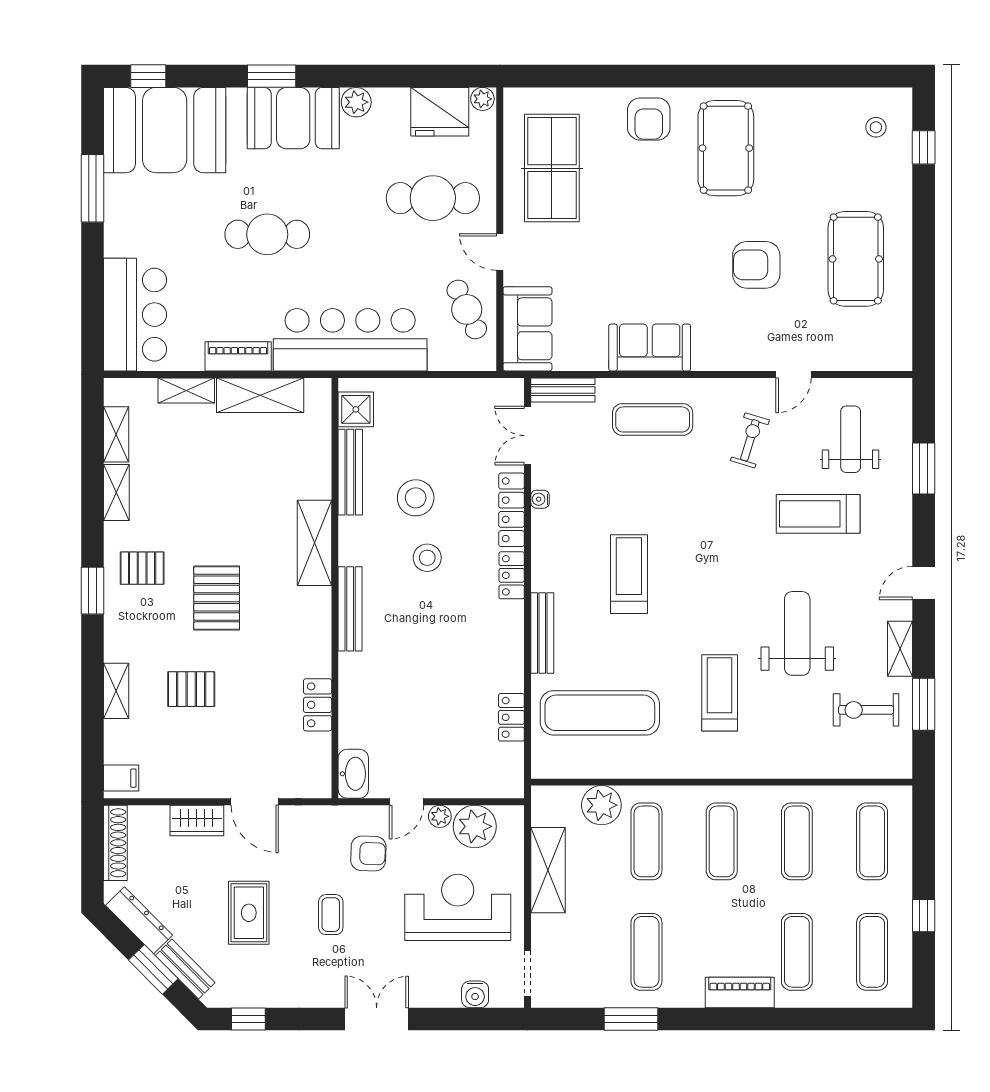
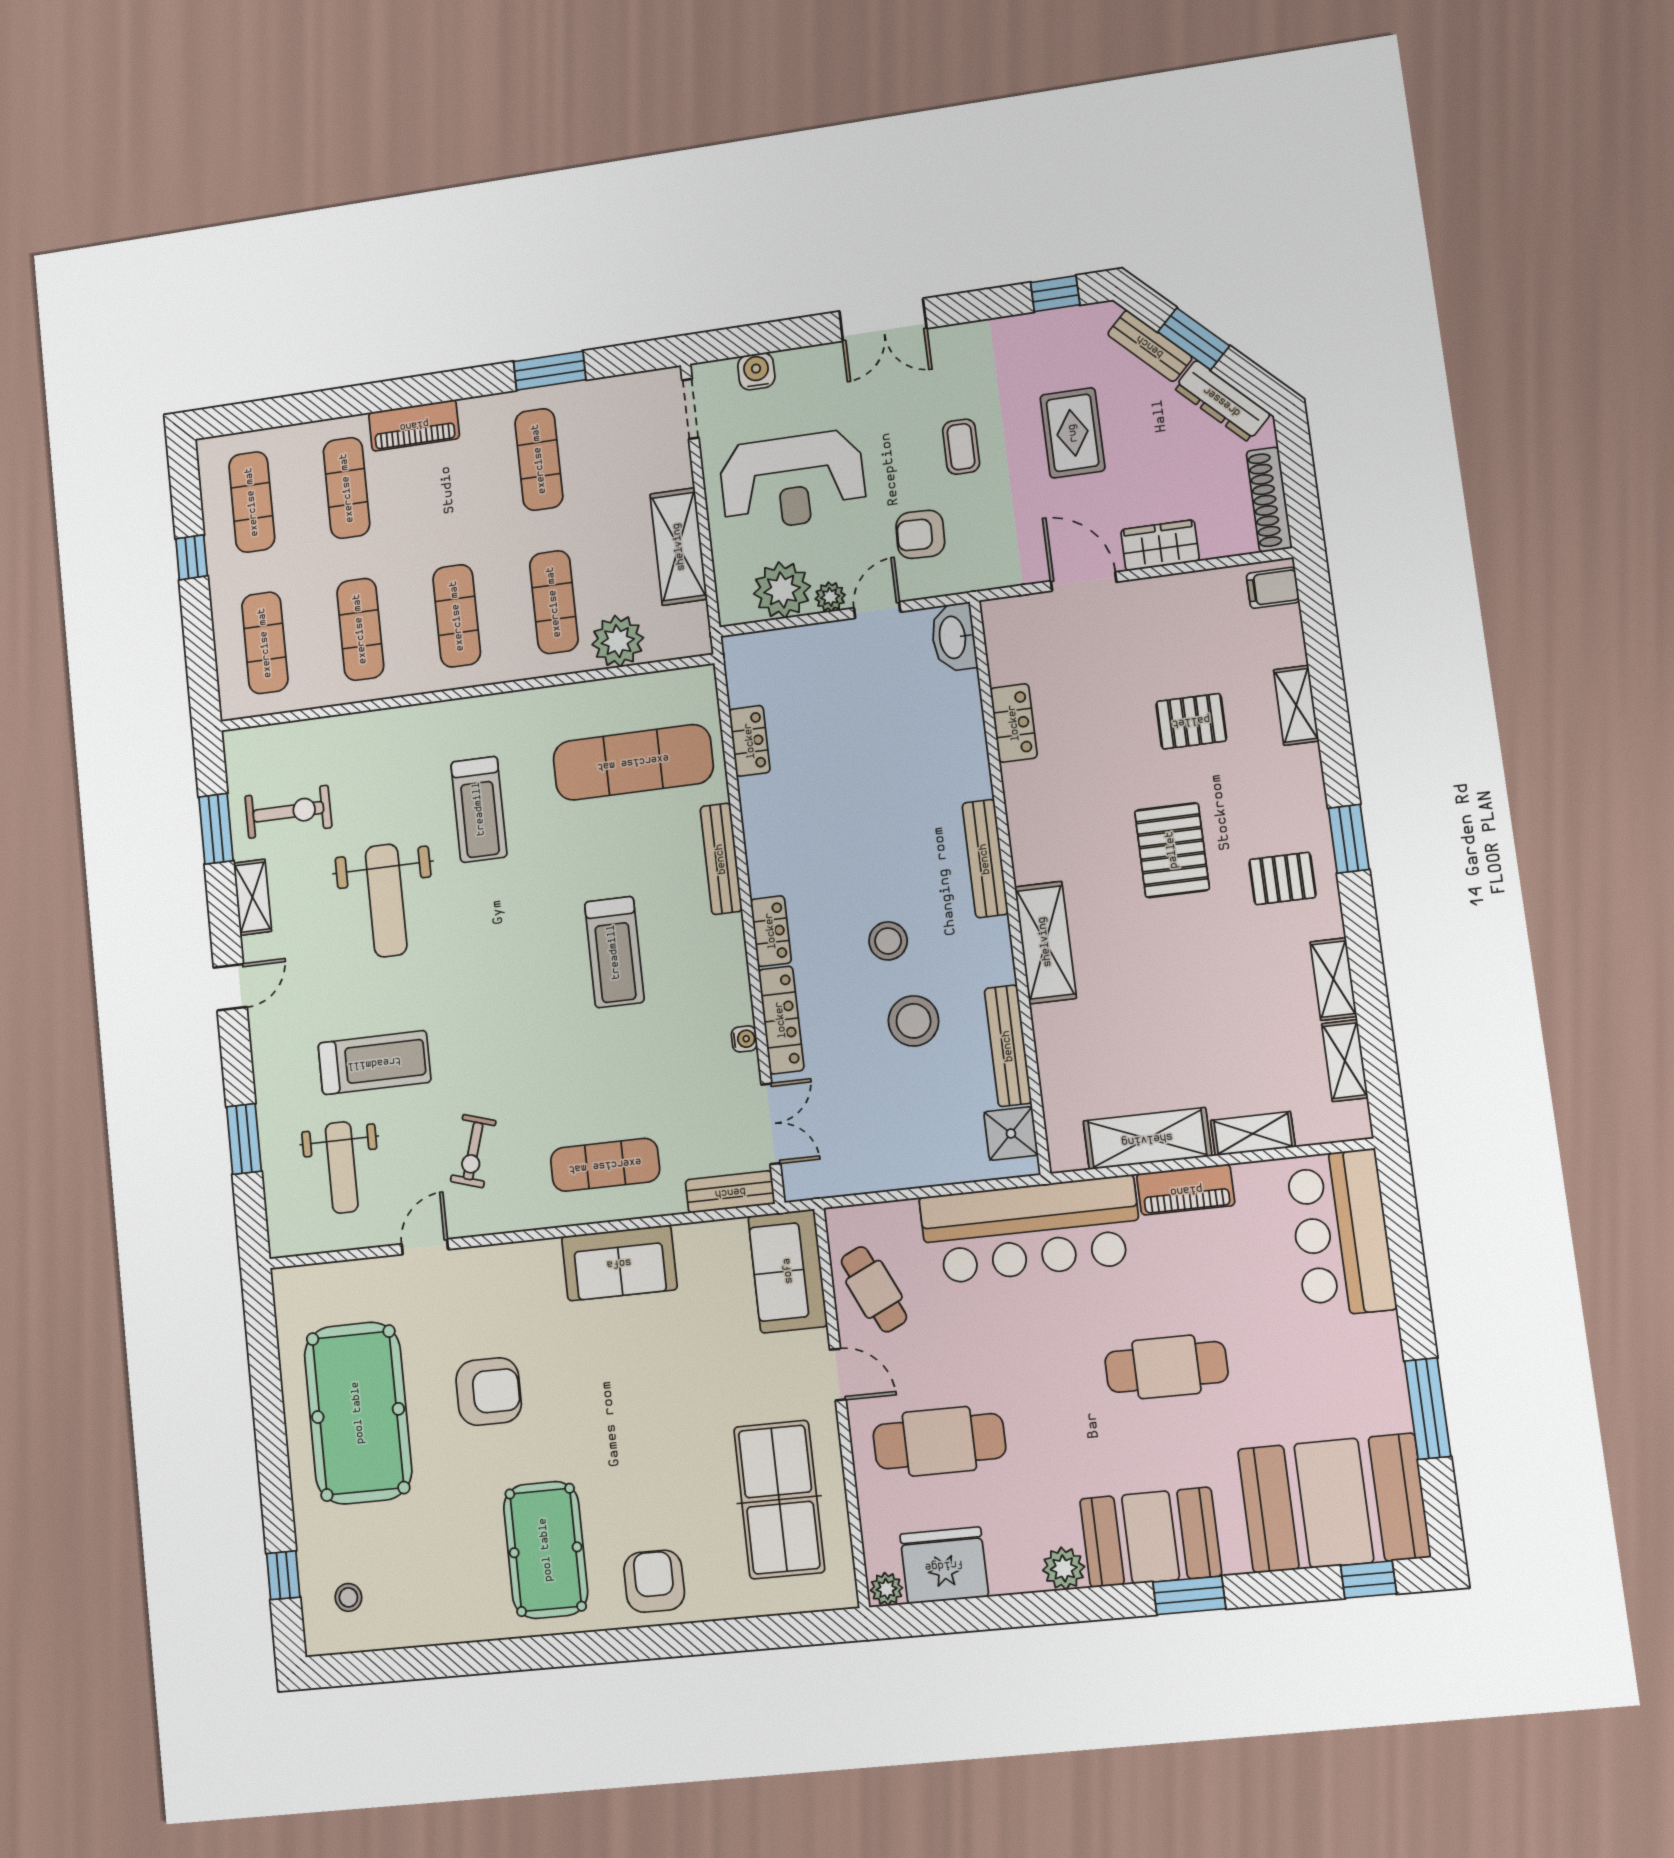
pool table: (856, 259) -> (358, 1413), width x1.36, depth x1.32

